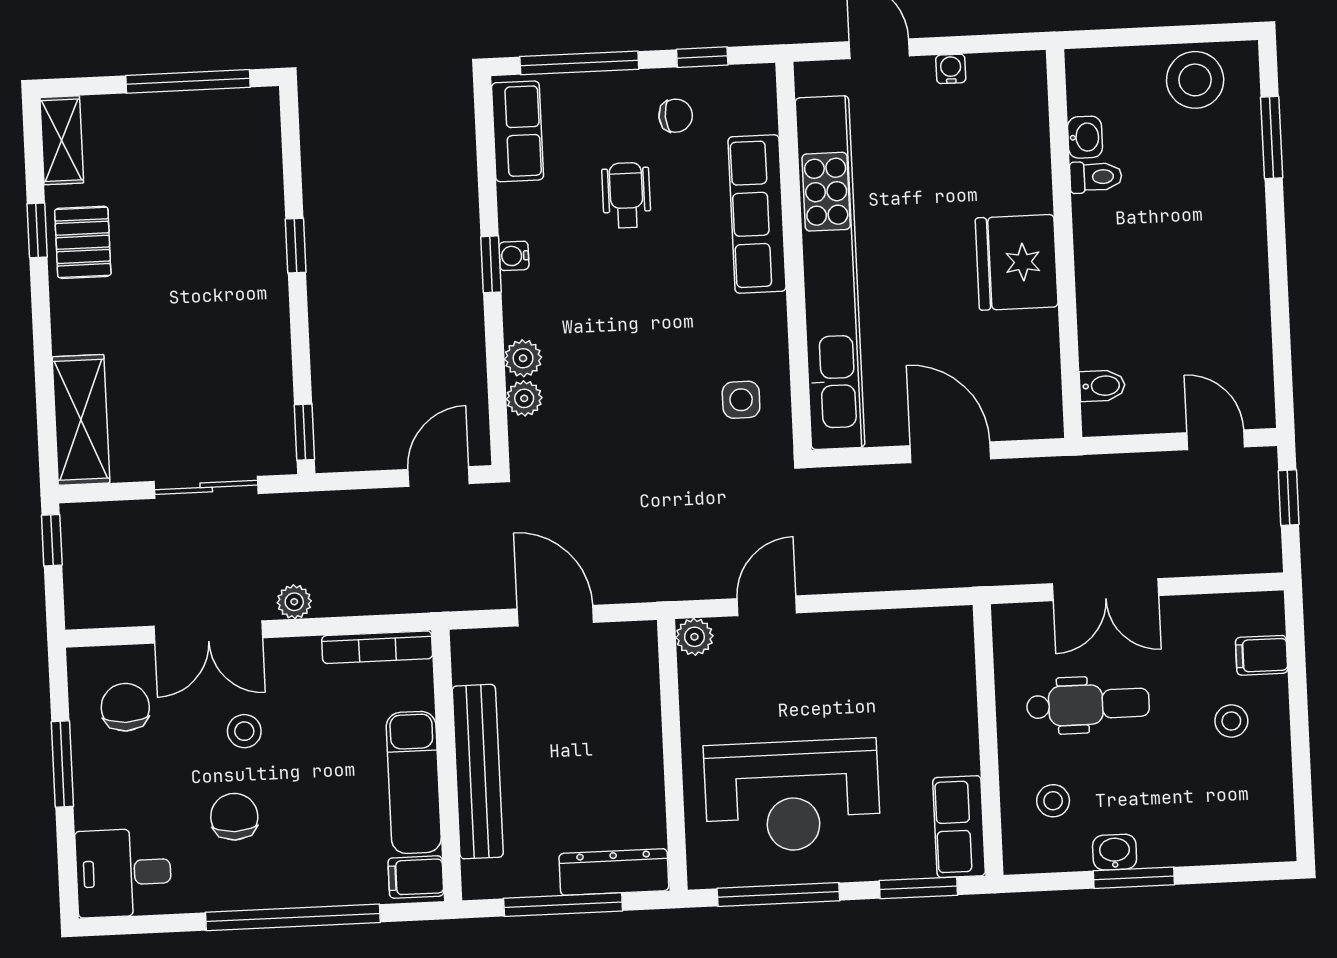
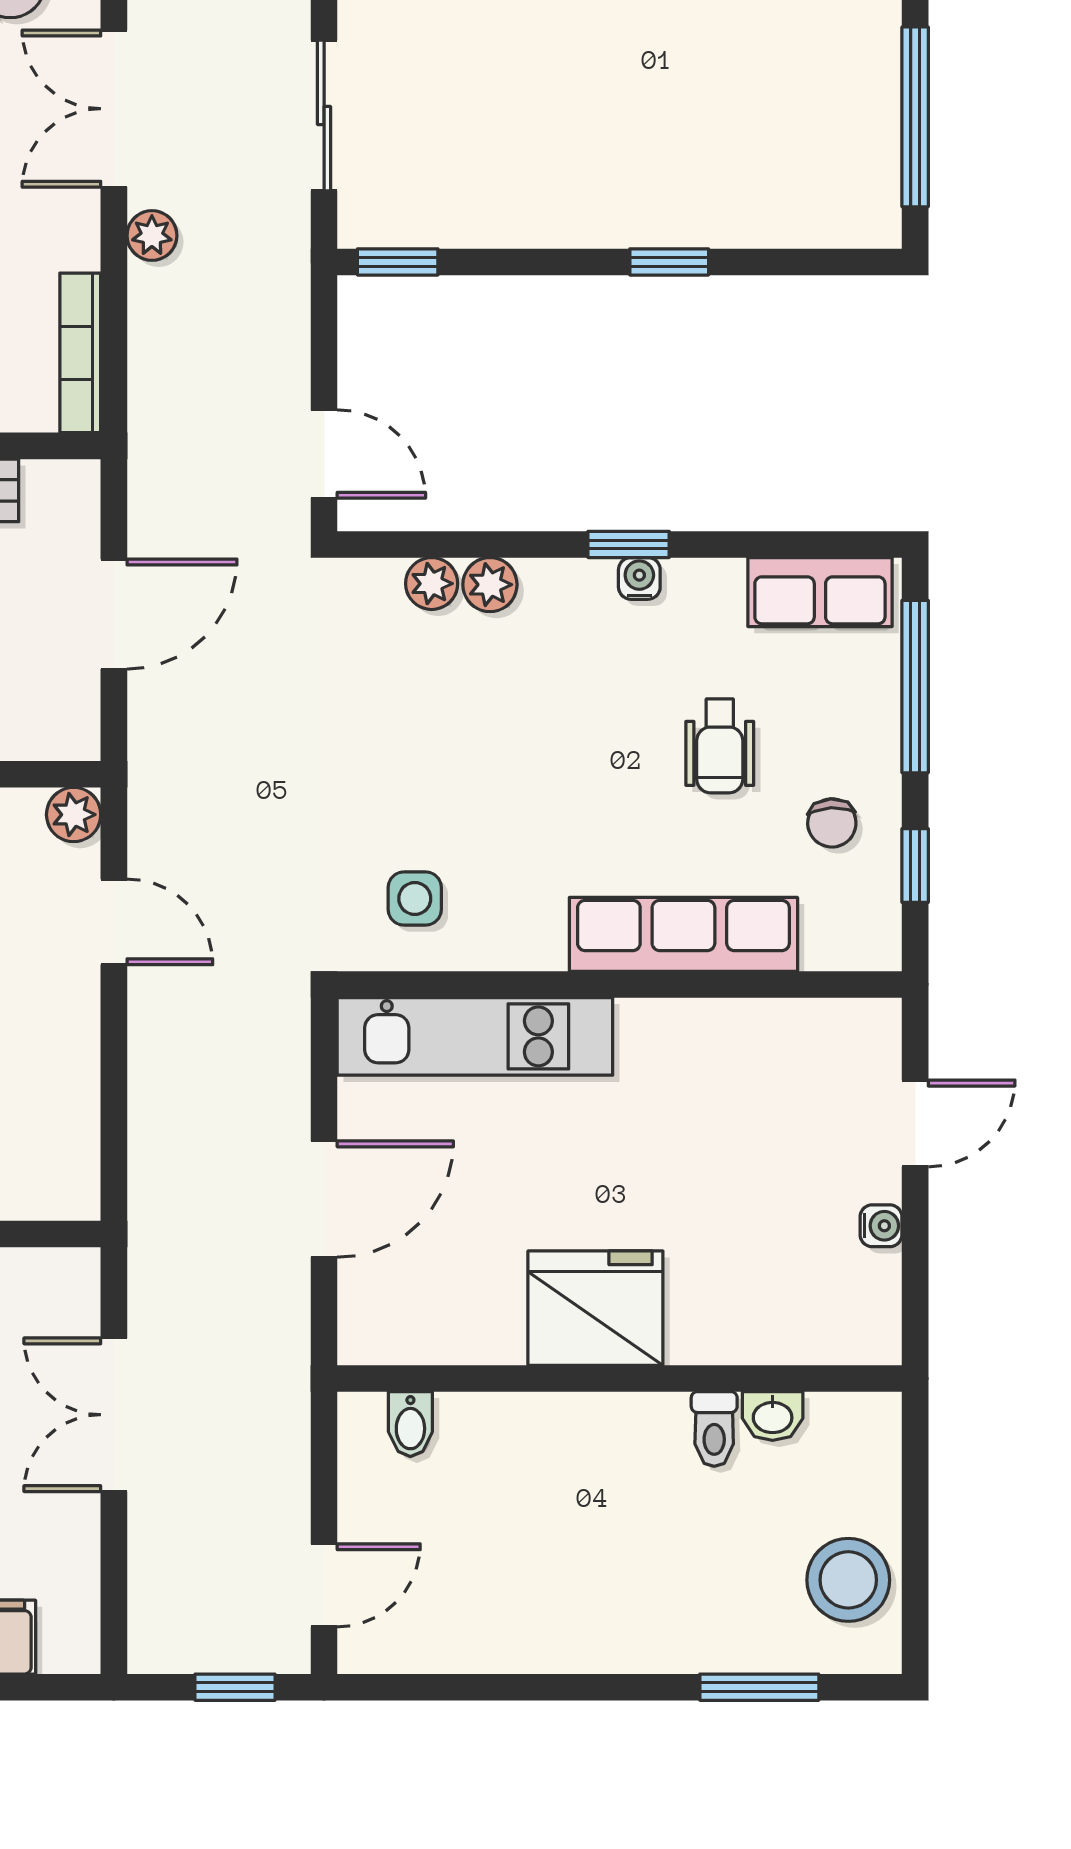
wheelchair: (626, 195) -> (720, 746), turned 90
kitchen unit: (830, 273) -> (475, 1036), width x0.54

